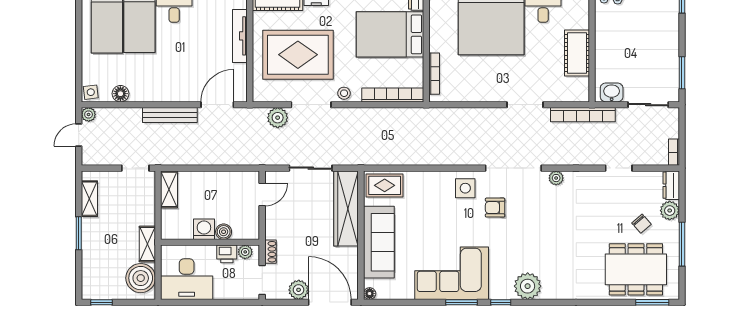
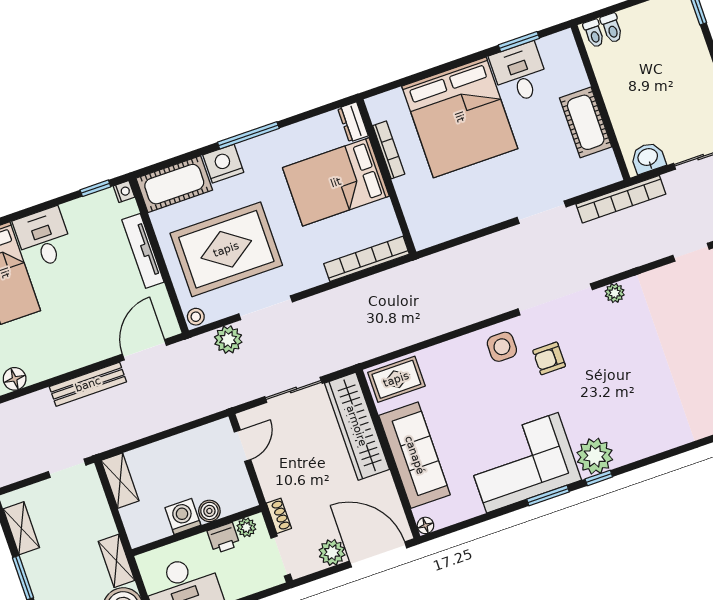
bookcase: (434, 74) -> (389, 150), moved
stool: (344, 93) -> (196, 317), moved
plant: (528, 286) -> (595, 456), moved

